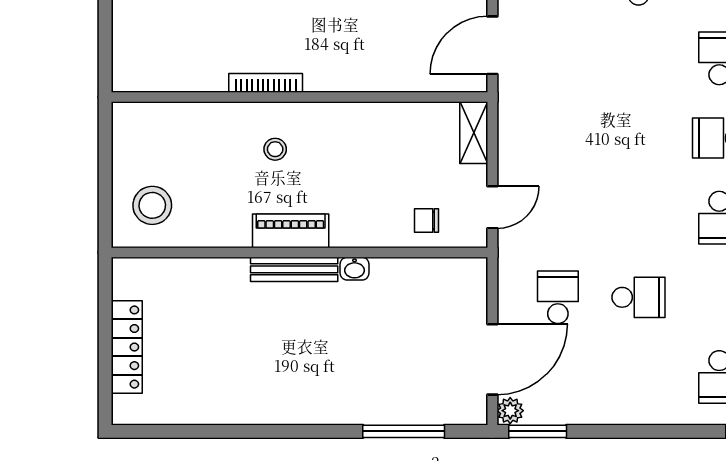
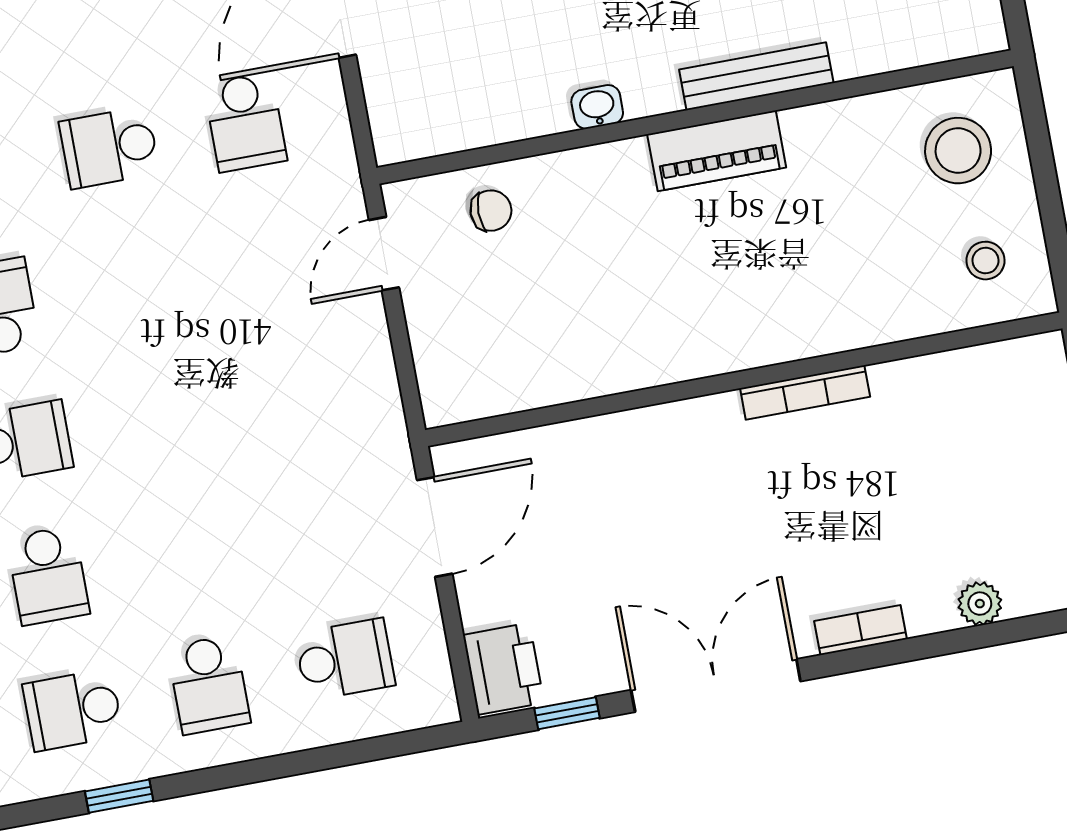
shelving: (474, 133) -> (439, 374), removed
stool: (275, 149) -> (986, 261), moved
bench: (294, 269) -> (756, 76), moved

